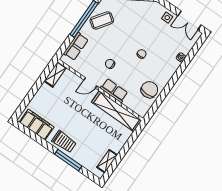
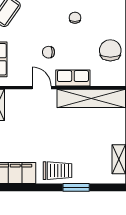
door: (90, 83) -> (42, 88), swing flipped
window: (68, 160) -> (76, 187), width x0.69

